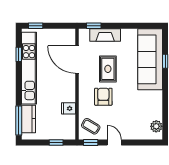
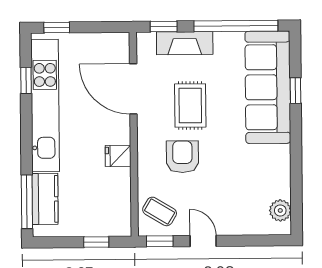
window: (133, 26) -> (236, 26), added
fridge: (68, 108) -> (118, 156), moved

